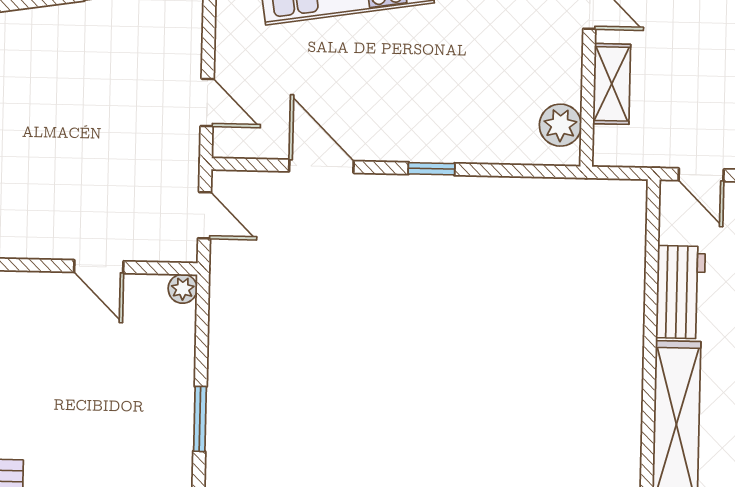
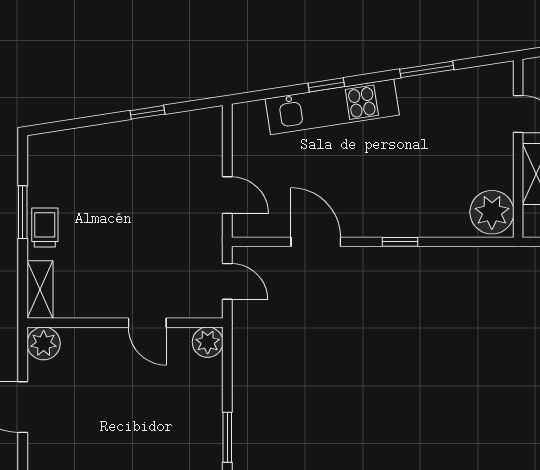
plant: (560, 125) -> (492, 212), width x1.36, depth x1.36
plant: (183, 289) -> (208, 342), width x1.38, depth x1.38

